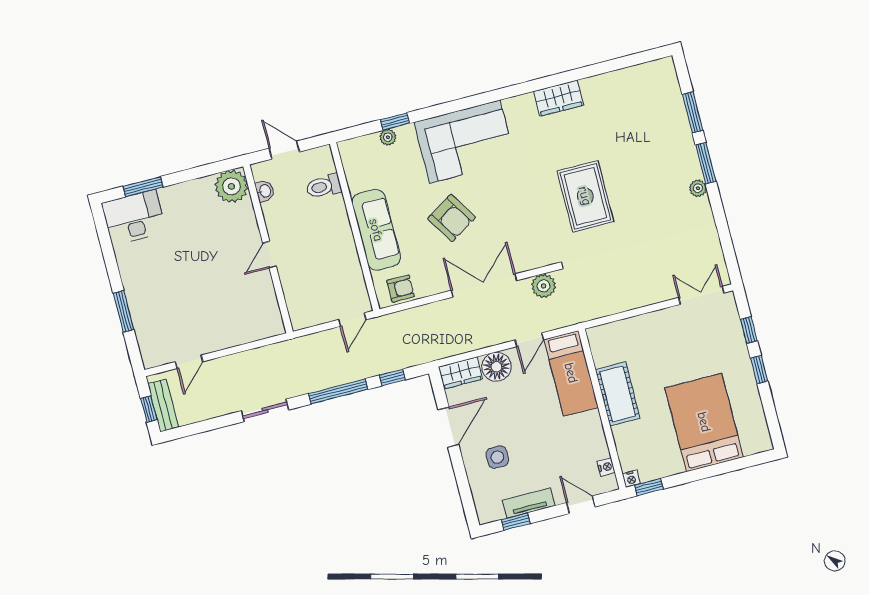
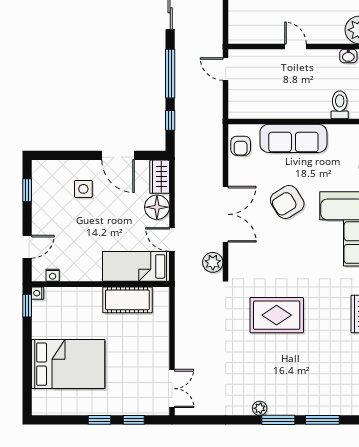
door: (352, 320) -> (226, 69), moved
cot: (618, 394) -> (127, 300), moved
tv unit: (529, 503) -> (40, 205), removed

